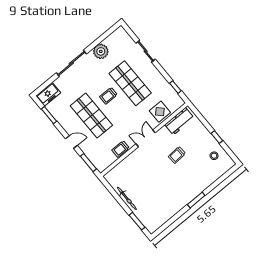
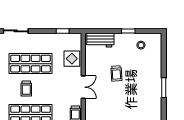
workbench: (179, 121) -> (100, 40), moved, turned 90
double door: (146, 138) -> (83, 87), swing flipped

